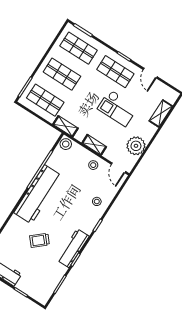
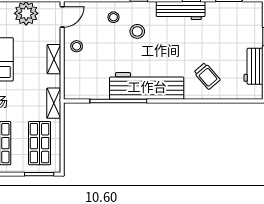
stool: (66, 144) -> (137, 31), moved
trolley: (40, 240) -> (207, 76), moved

